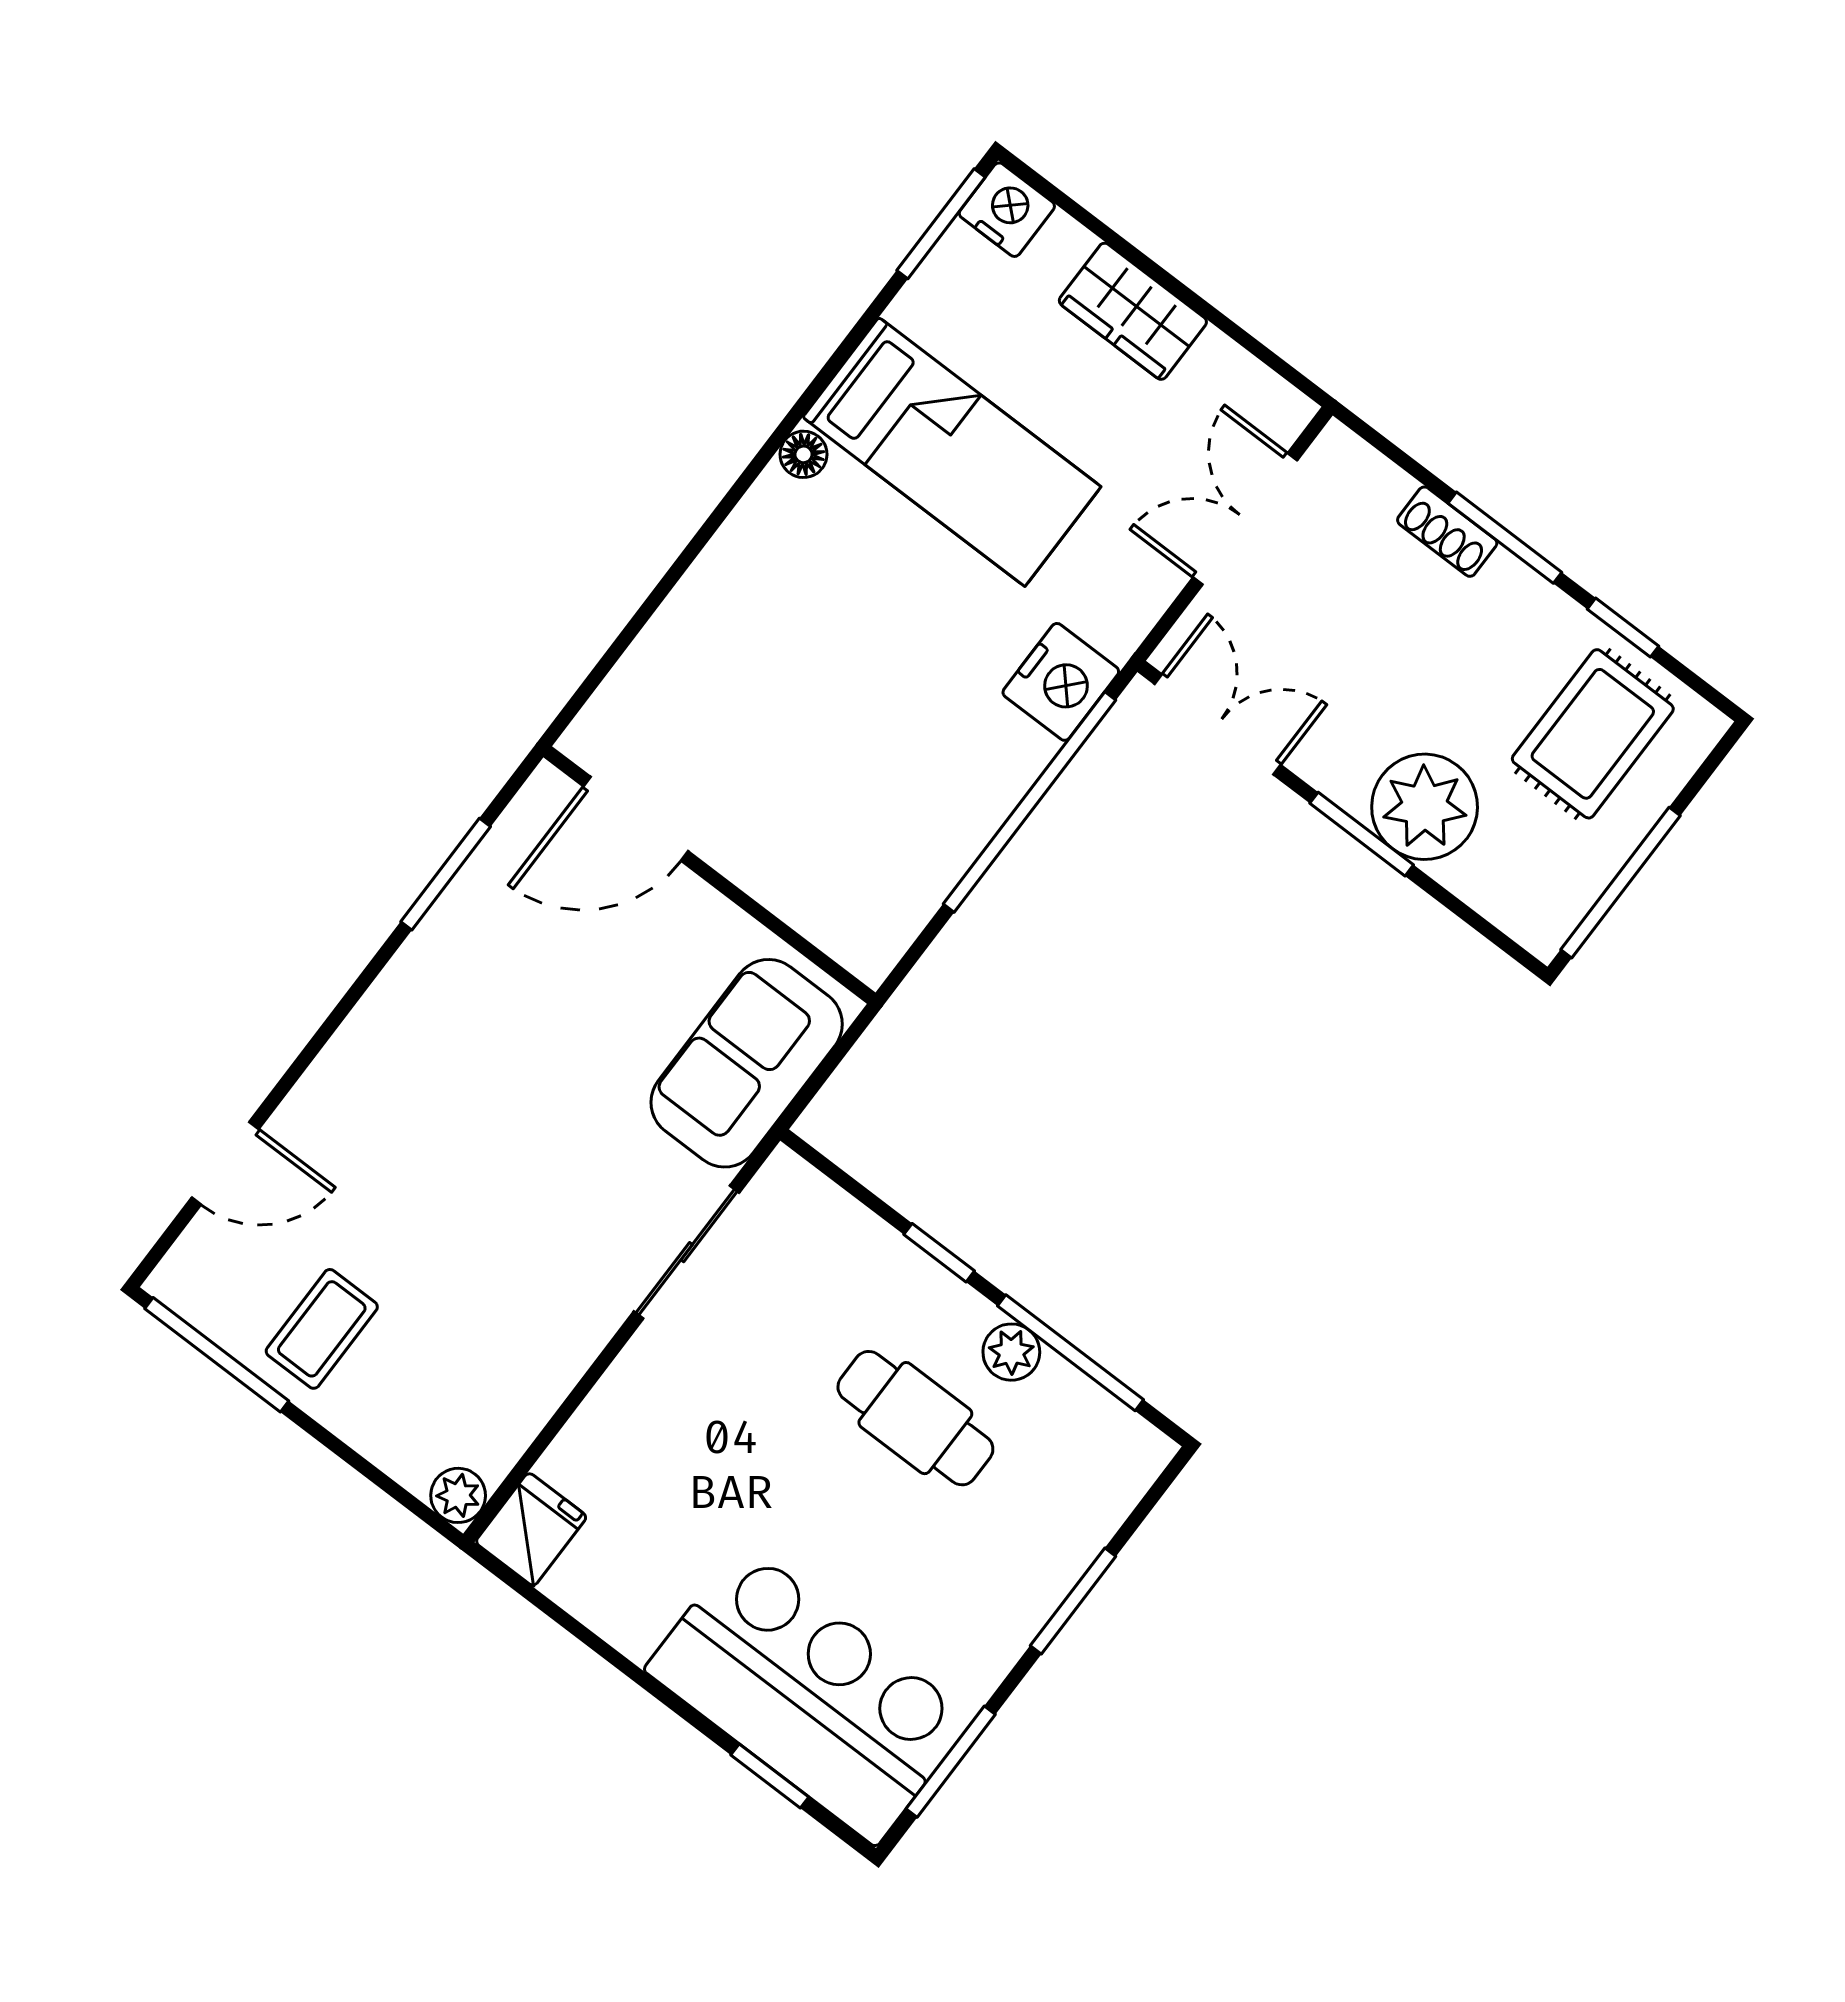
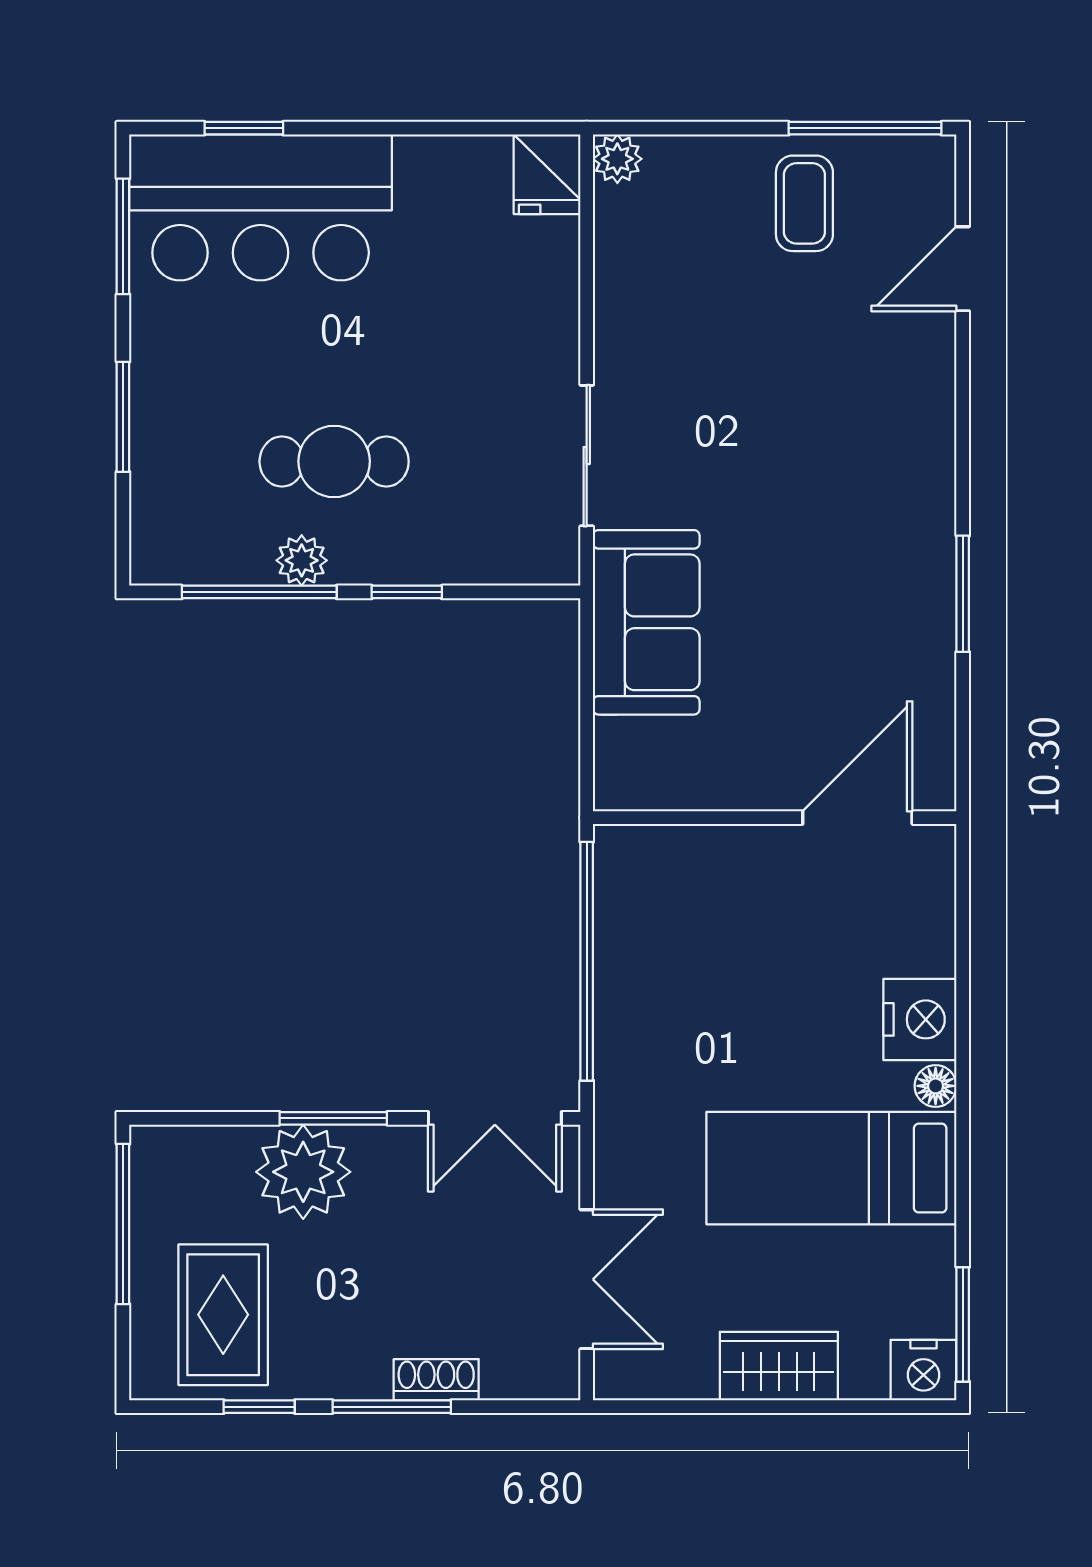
nightstand: (1061, 682) -> (920, 1019), moved, turned 180
door: (636, 819) -> (857, 818), moved
wall: (709, 875) -> (775, 818), moved

